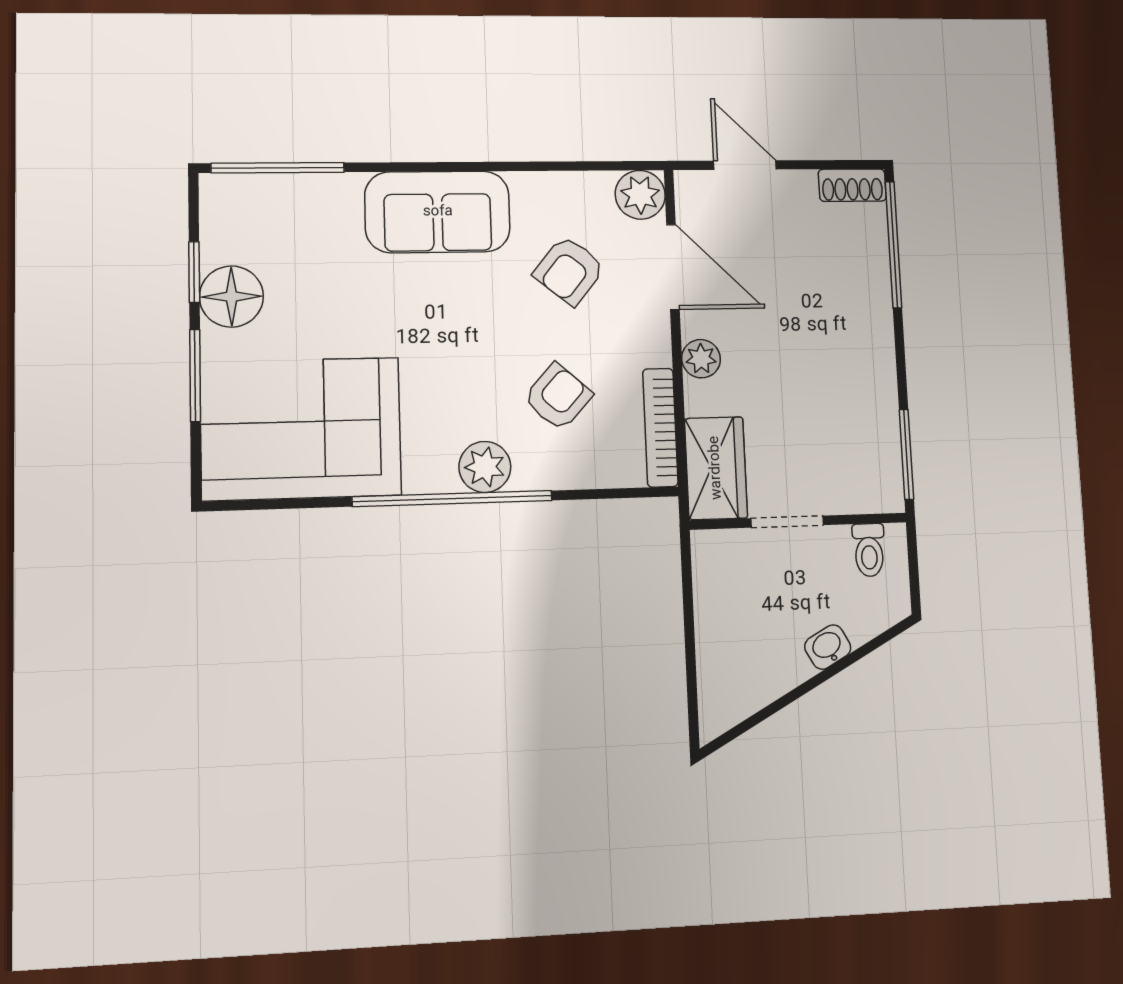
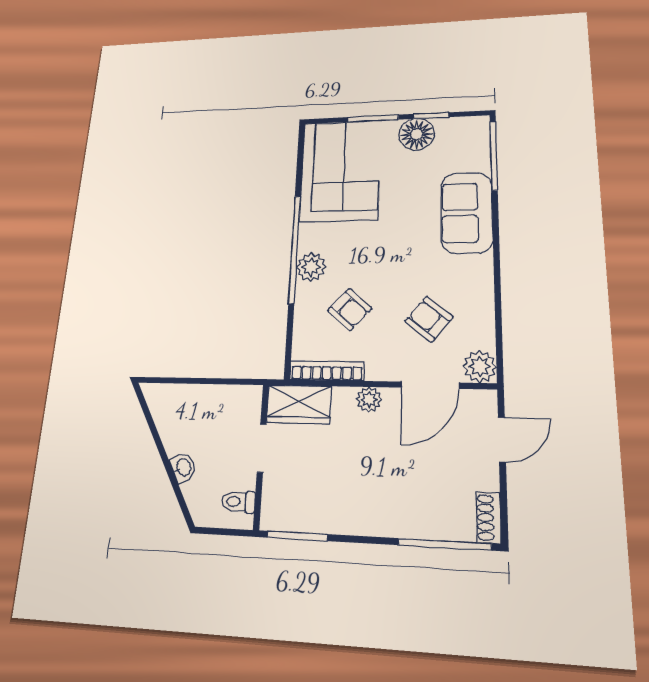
sofa: (438, 212) -> (467, 213), moved

